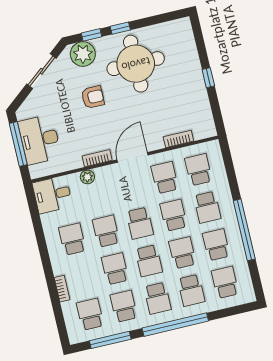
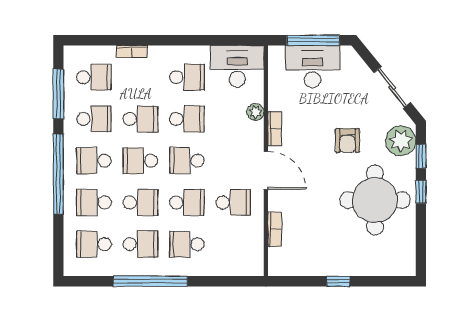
school desk: (198, 170) -> (233, 244), removed
desk: (52, 195) -> (237, 66), width x1.37
school desk: (225, 282) -> (94, 244), turned 180

